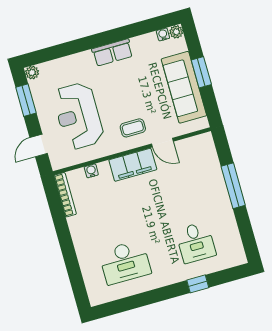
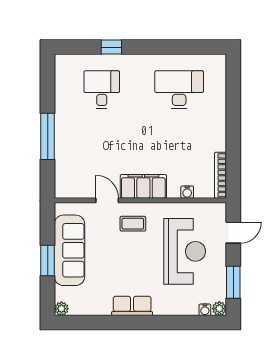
water cooler: (163, 34) -> (205, 310), moved

